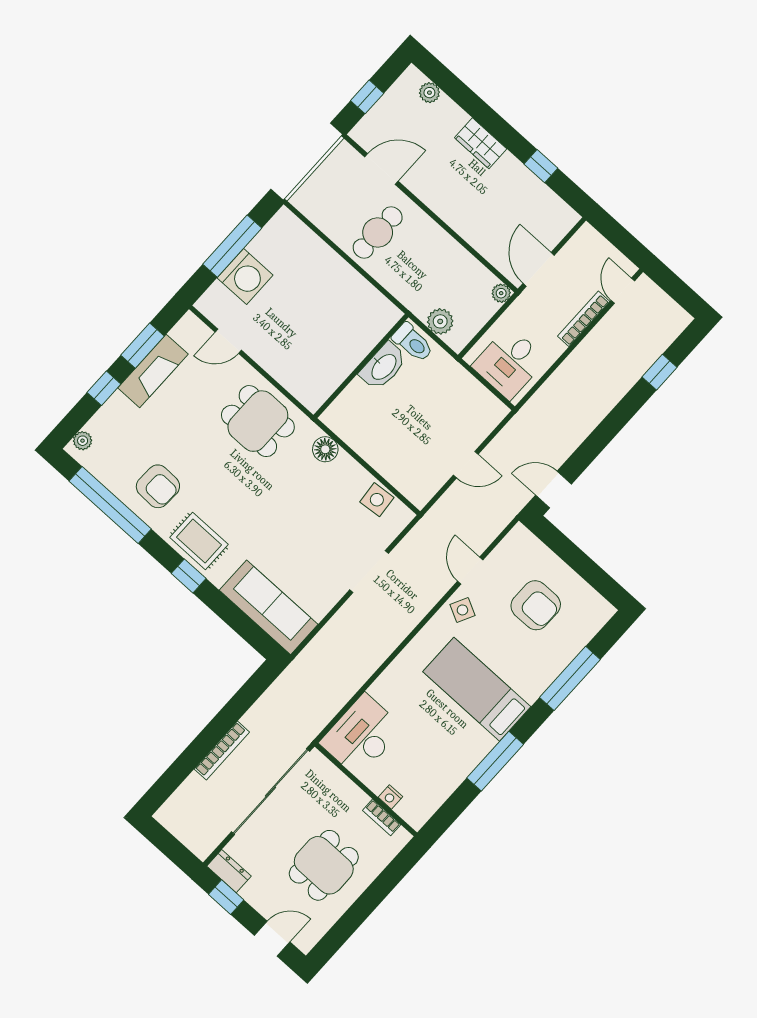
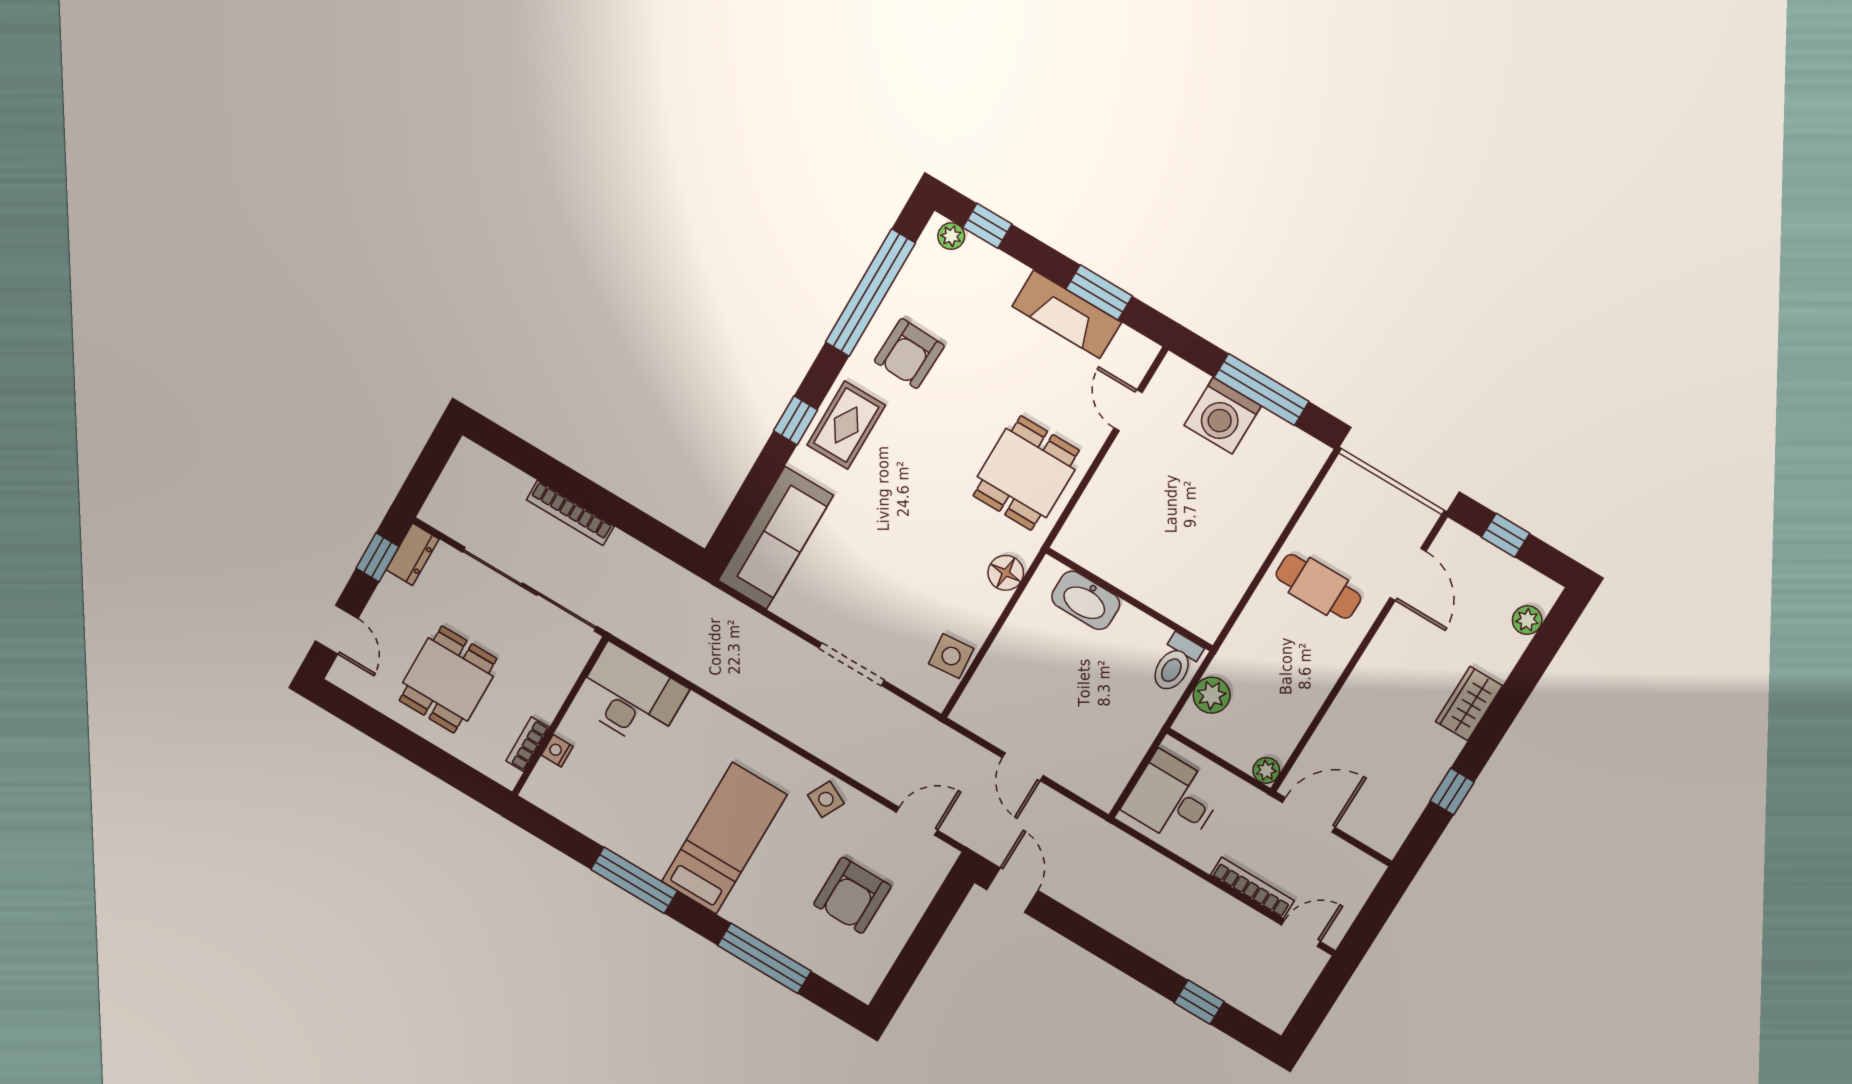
washbasin: (383, 366) -> (1086, 600), moved
window: (104, 388) -> (987, 226), moved
door: (470, 571) -> (917, 821), moved
dining table: (324, 865) -> (448, 680), turned 90

